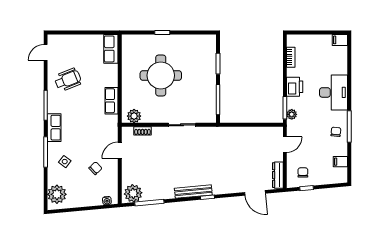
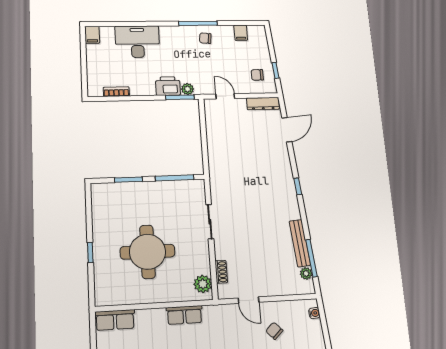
printer: (295, 87) -> (168, 86), moved
desk: (334, 92) -> (137, 42), moved
bench: (193, 192) -> (300, 243), moved
plant: (133, 193) -> (306, 273), width x0.53, depth x0.53

